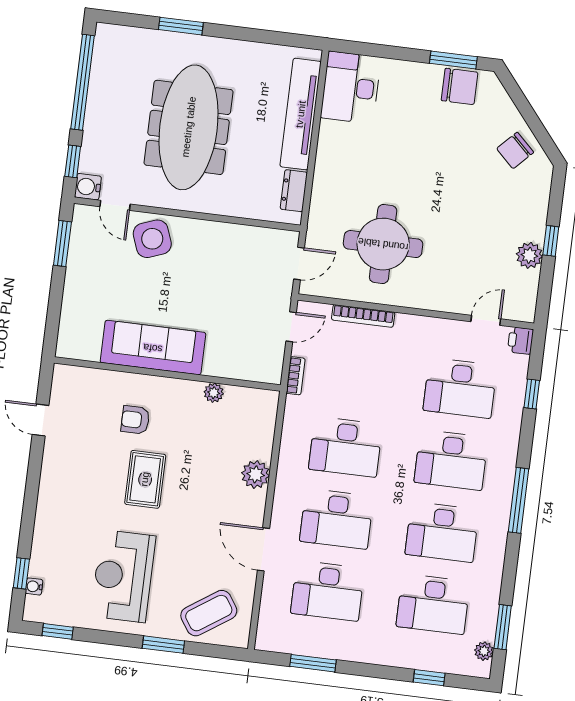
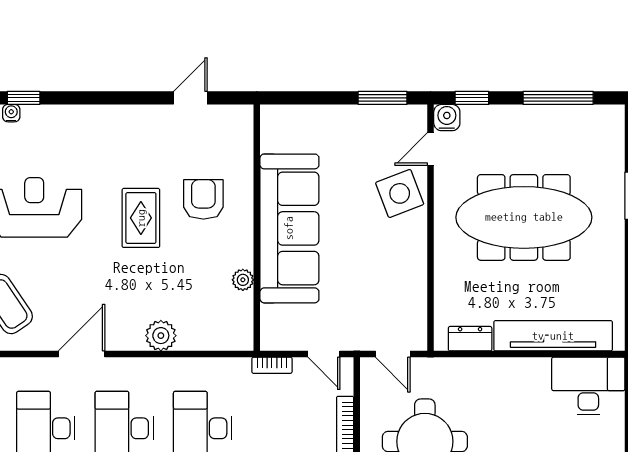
window: (83, 82) -> (558, 98), width x0.68
sofa: (153, 348) -> (289, 228), width x1.36, depth x1.27
armchair: (135, 420) -> (203, 199), width x1.38, depth x1.38
rug: (145, 479) -> (141, 218), turned 90

